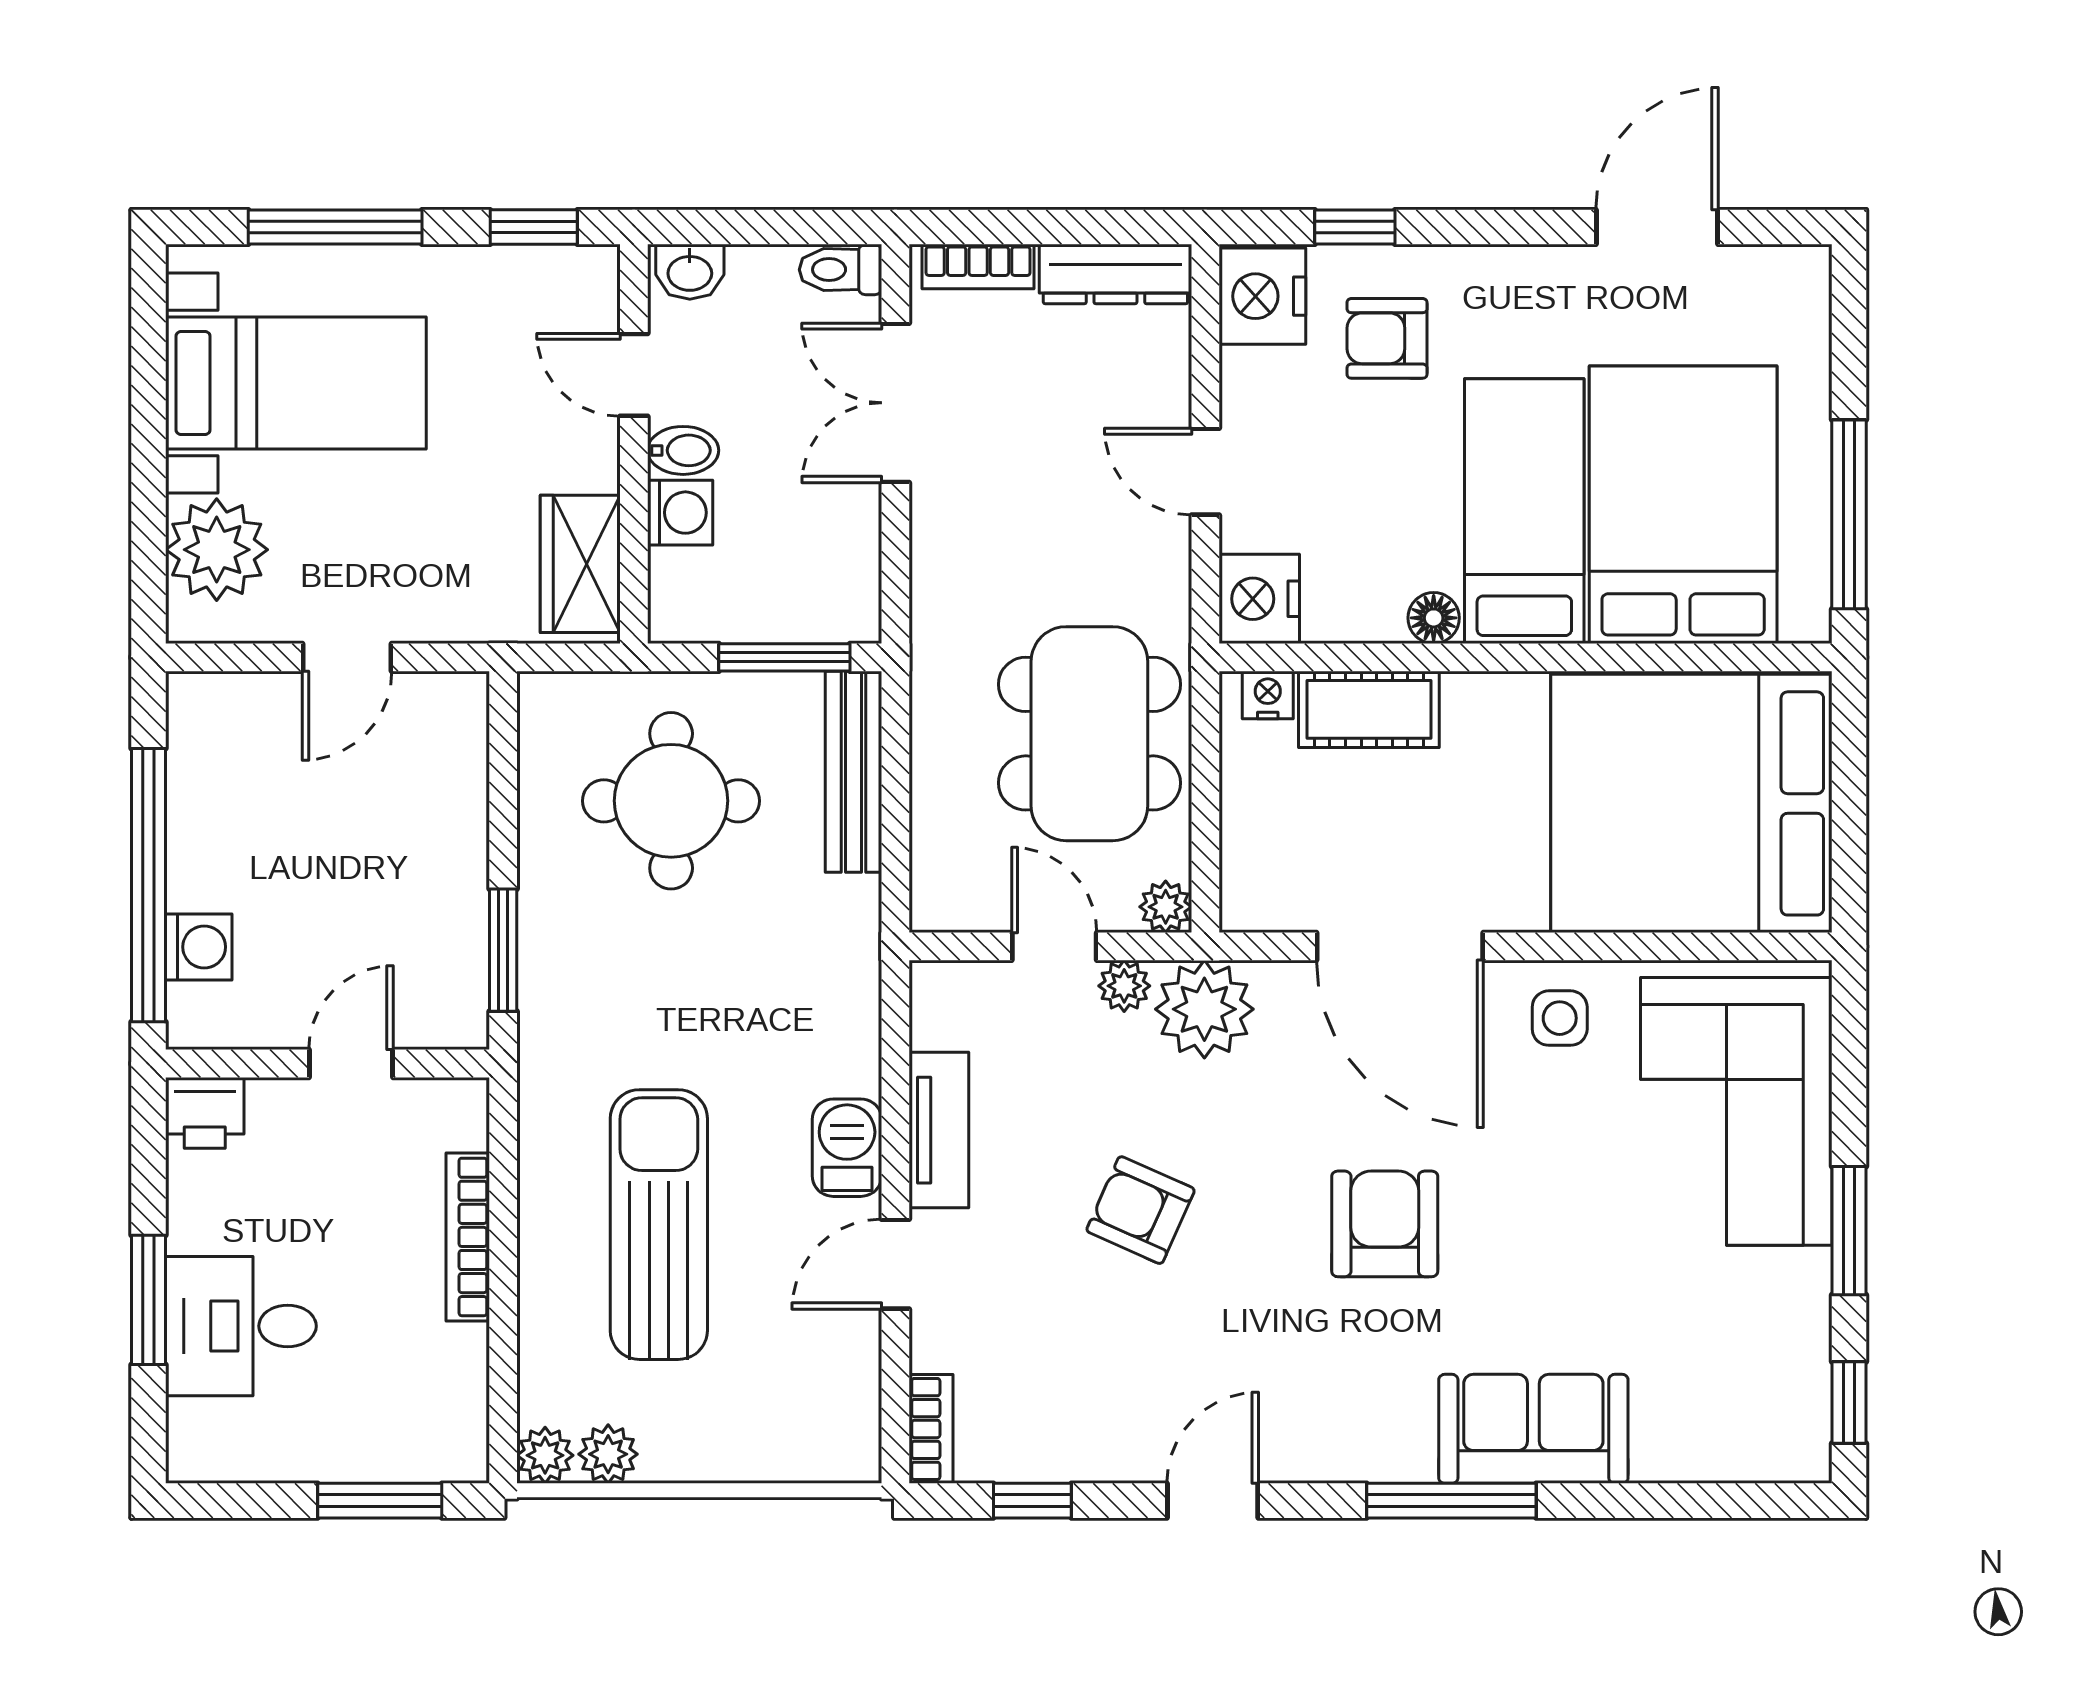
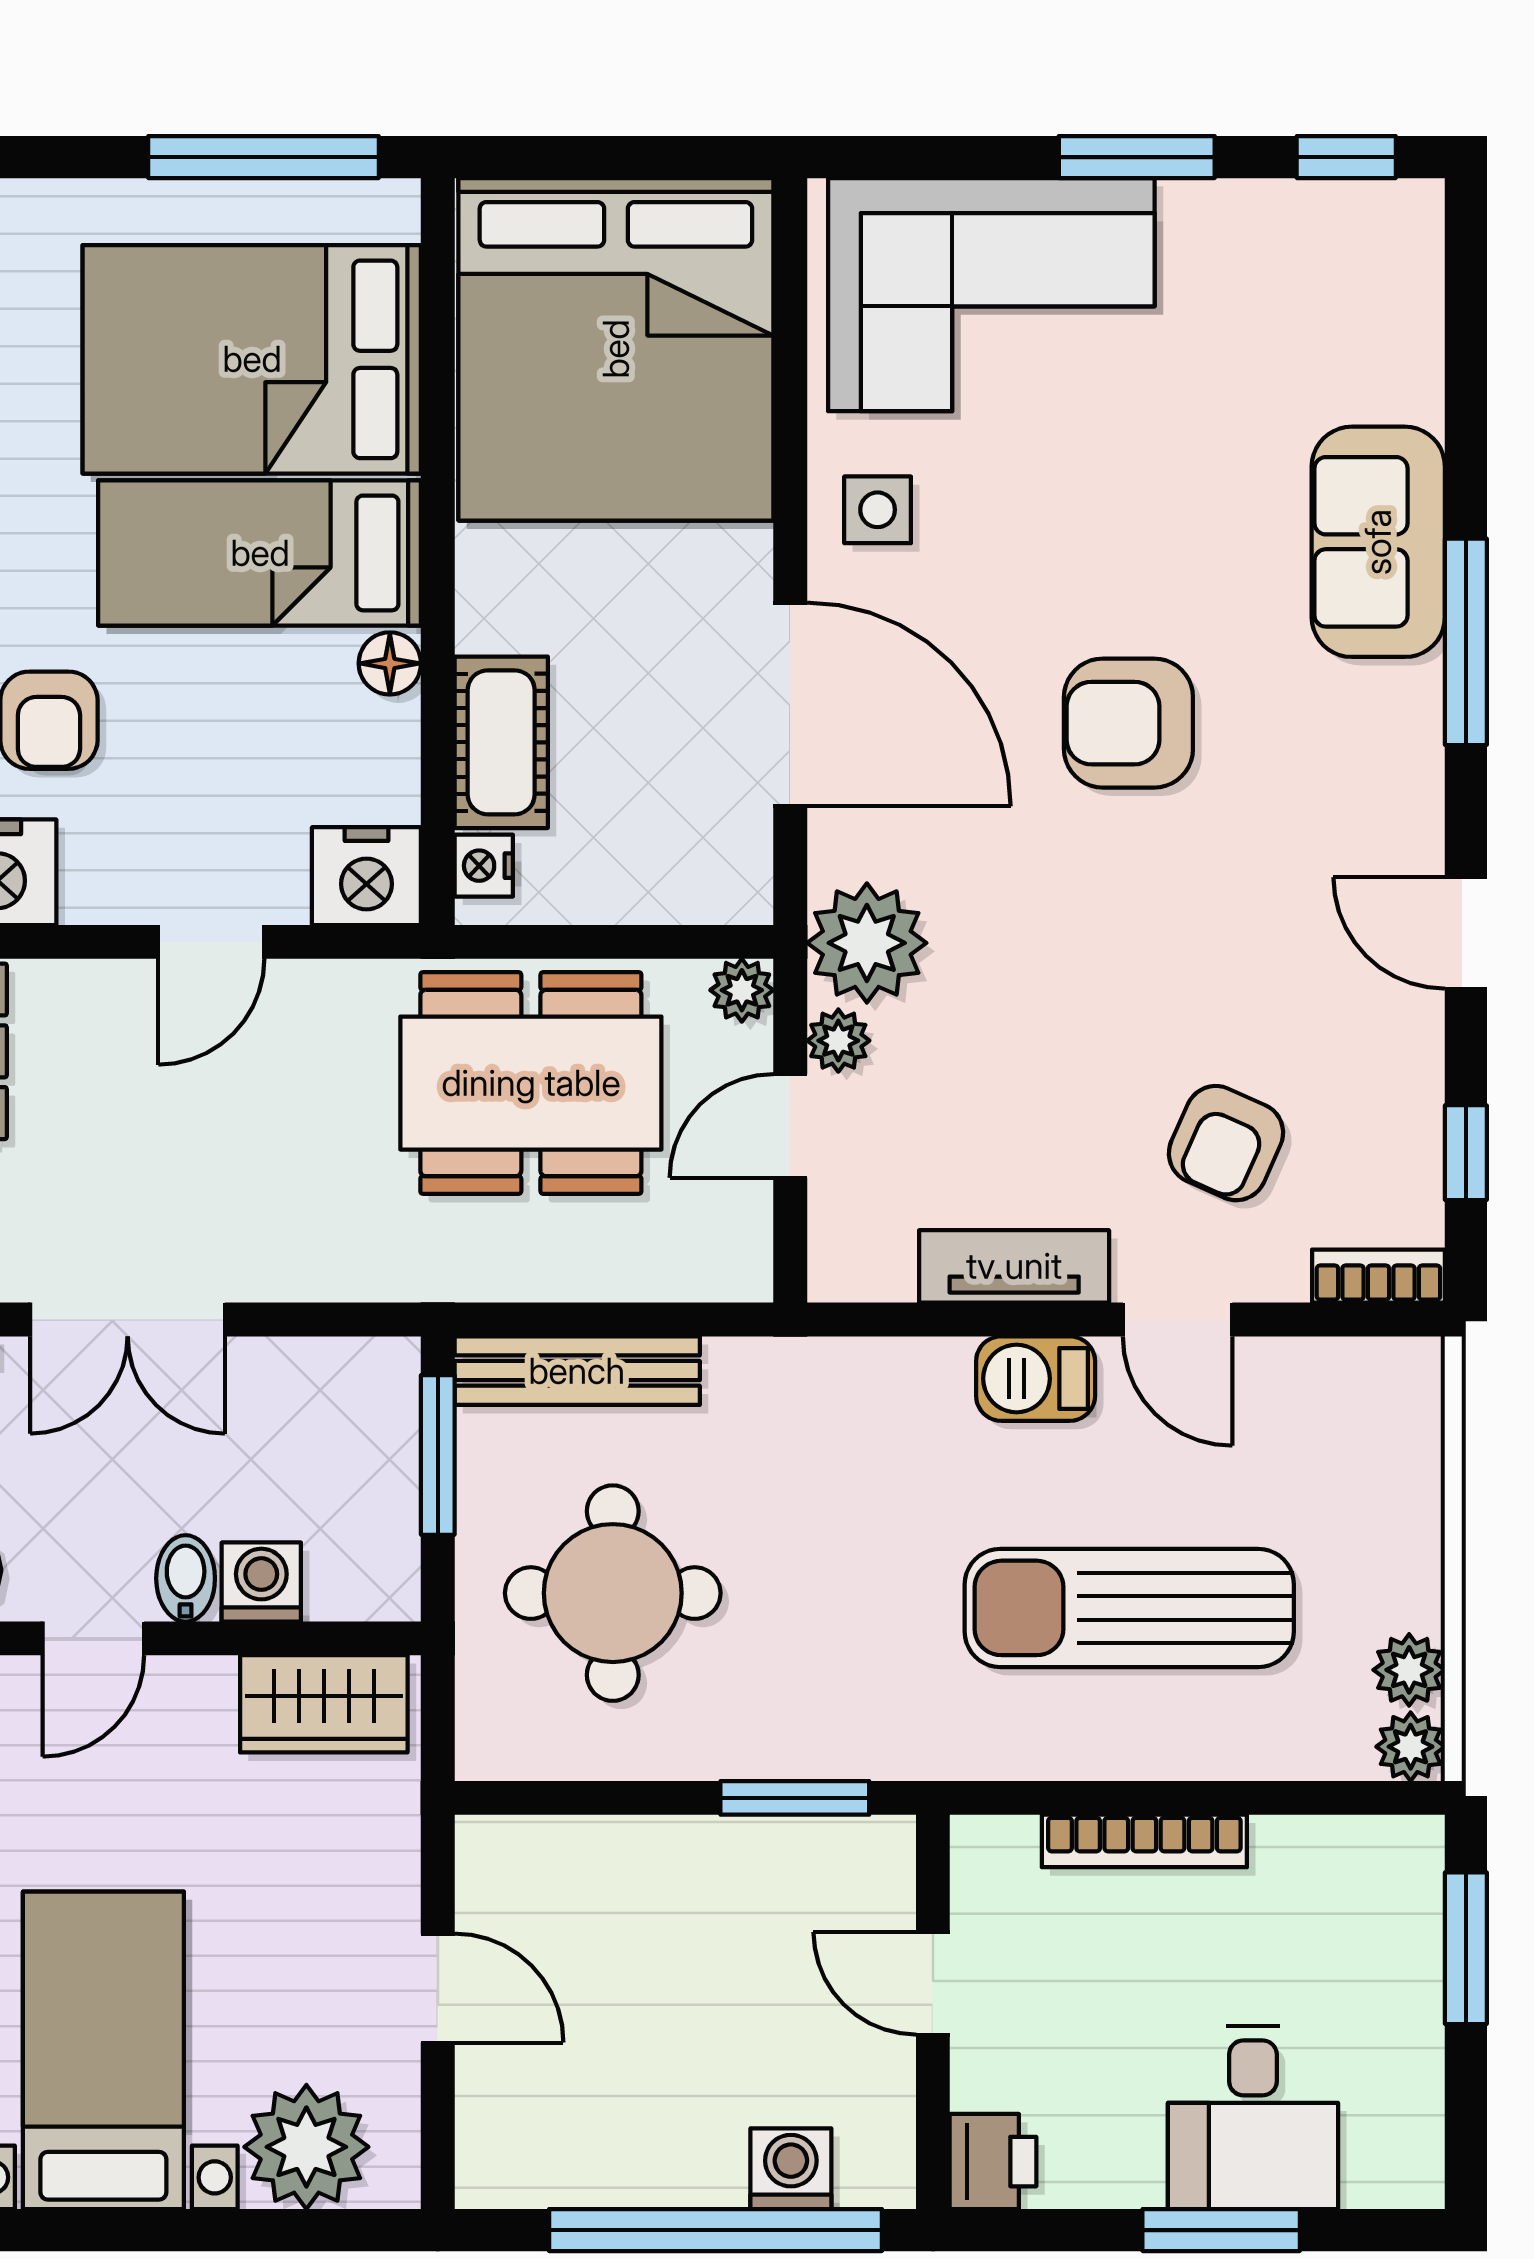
door: (1400, 946) -> (790, 705), hinge flipped
armchair: (1141, 1210) -> (1226, 1143), moved

